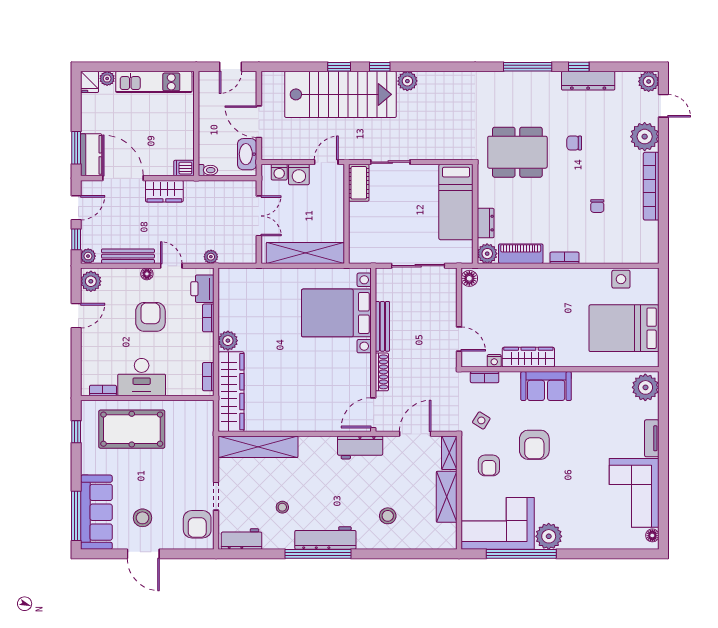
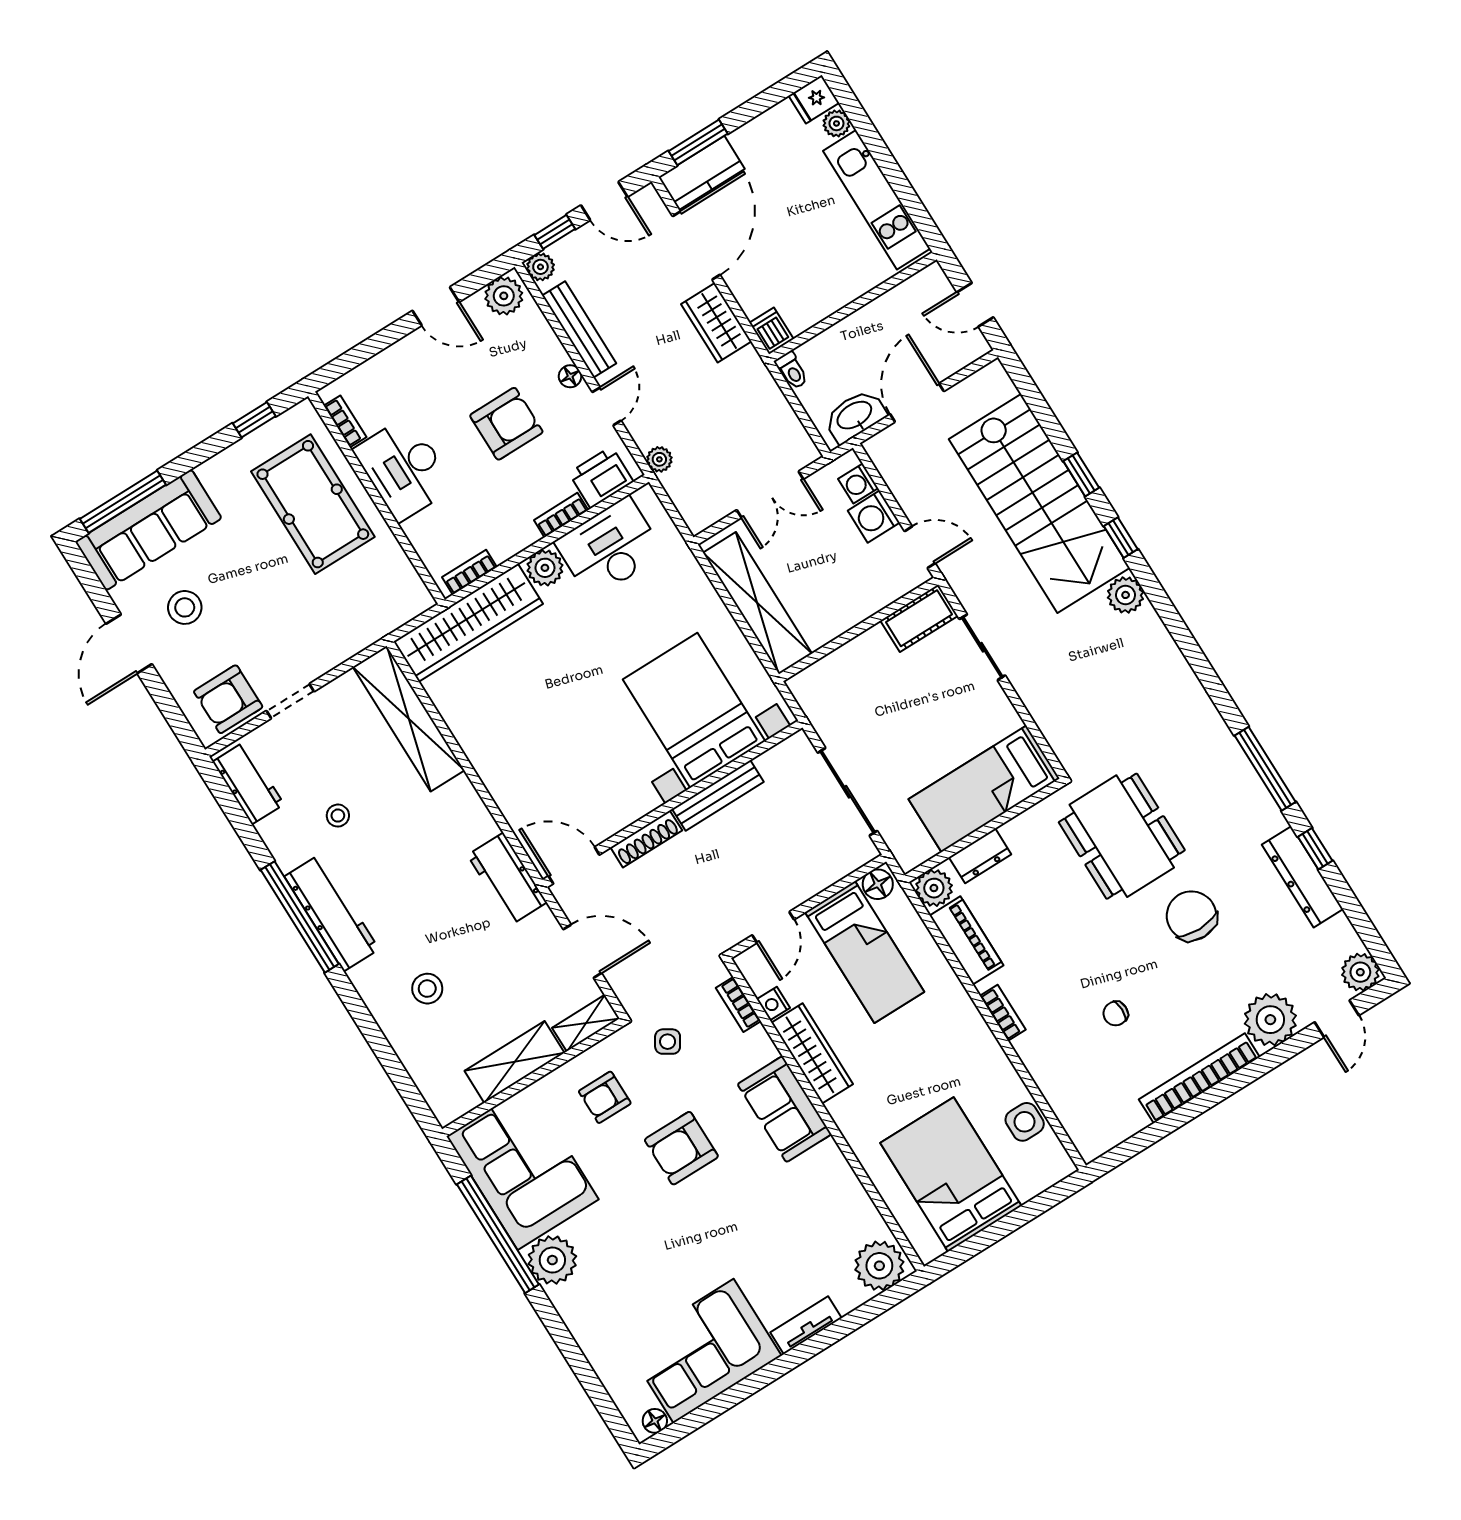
chair: (574, 143) -> (1191, 916), width x1.87, depth x1.87
bed: (497, 304) -> (865, 952), added
desk: (237, 305) -> (610, 548), added

